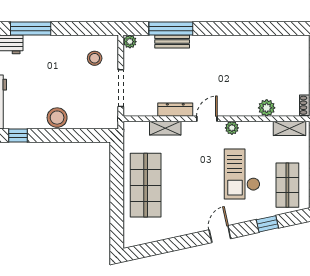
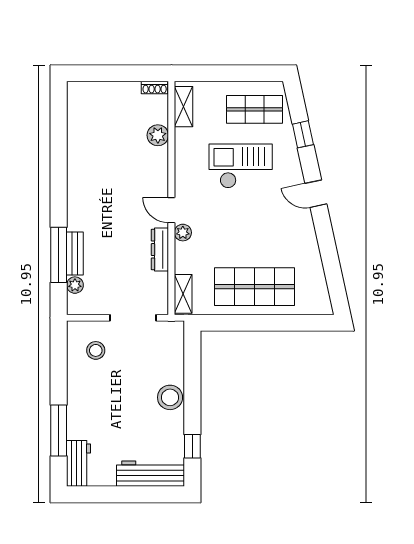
plant: (130, 42) -> (75, 285), moved
shelving: (165, 128) -> (183, 294), moved
plant: (232, 128) -> (183, 233), moved
checkout: (242, 174) -> (241, 166), turned 180

